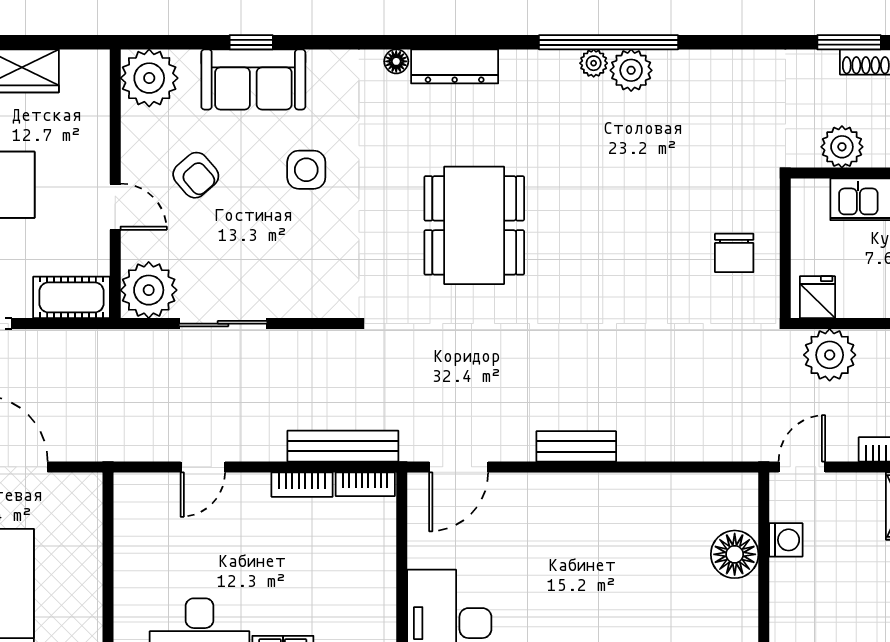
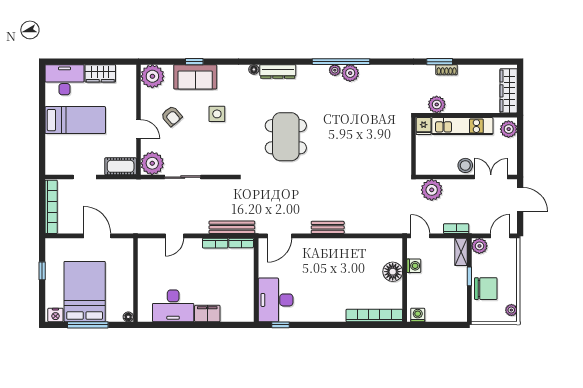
chair: (734, 253) -> (393, 148), removed
fridge: (817, 297) -> (424, 126), moved, turned 180
door: (802, 467) -> (420, 236), hinge flipped

